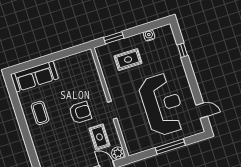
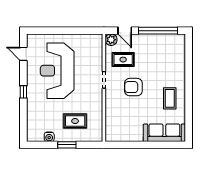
window: (114, 38) -> (67, 145), moved
window: (182, 50) -> (23, 92), moved
rug: (99, 137) -> (123, 60), turned 90
window: (170, 146) -> (62, 31), removed

